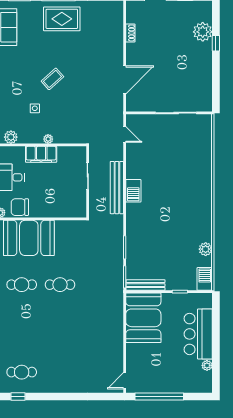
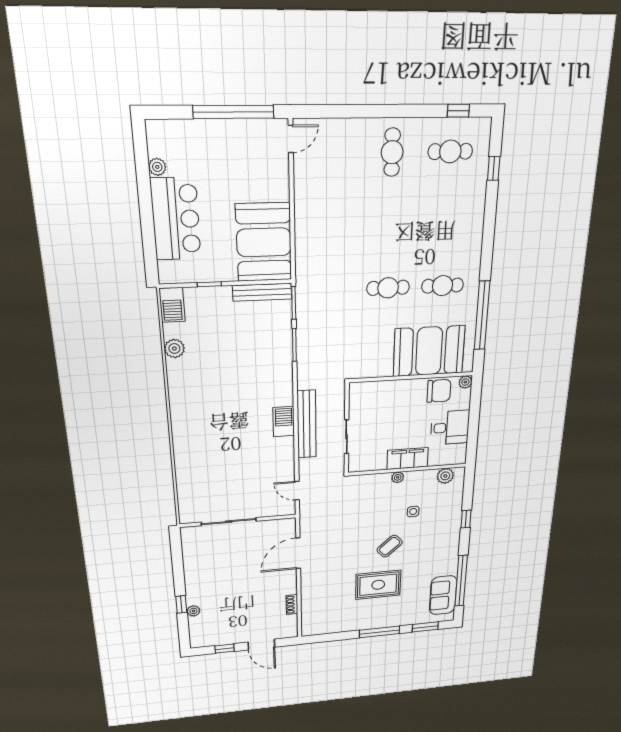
rug: (62, 19) -> (378, 585), moved
plant: (203, 32) -> (193, 611), width x0.53, depth x0.53
cafe table: (60, 372) -> (392, 152), added

